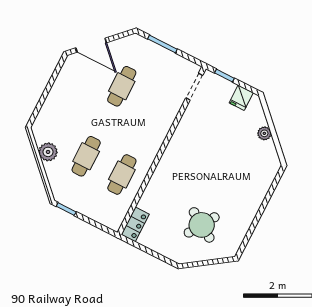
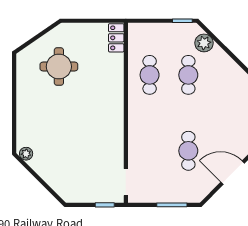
fridge: (241, 98) -> (81, 193), removed
plant: (264, 133) -> (26, 154), moved
plant: (48, 152) -> (204, 43), moved
round table: (202, 225) -> (59, 67), turned -32

